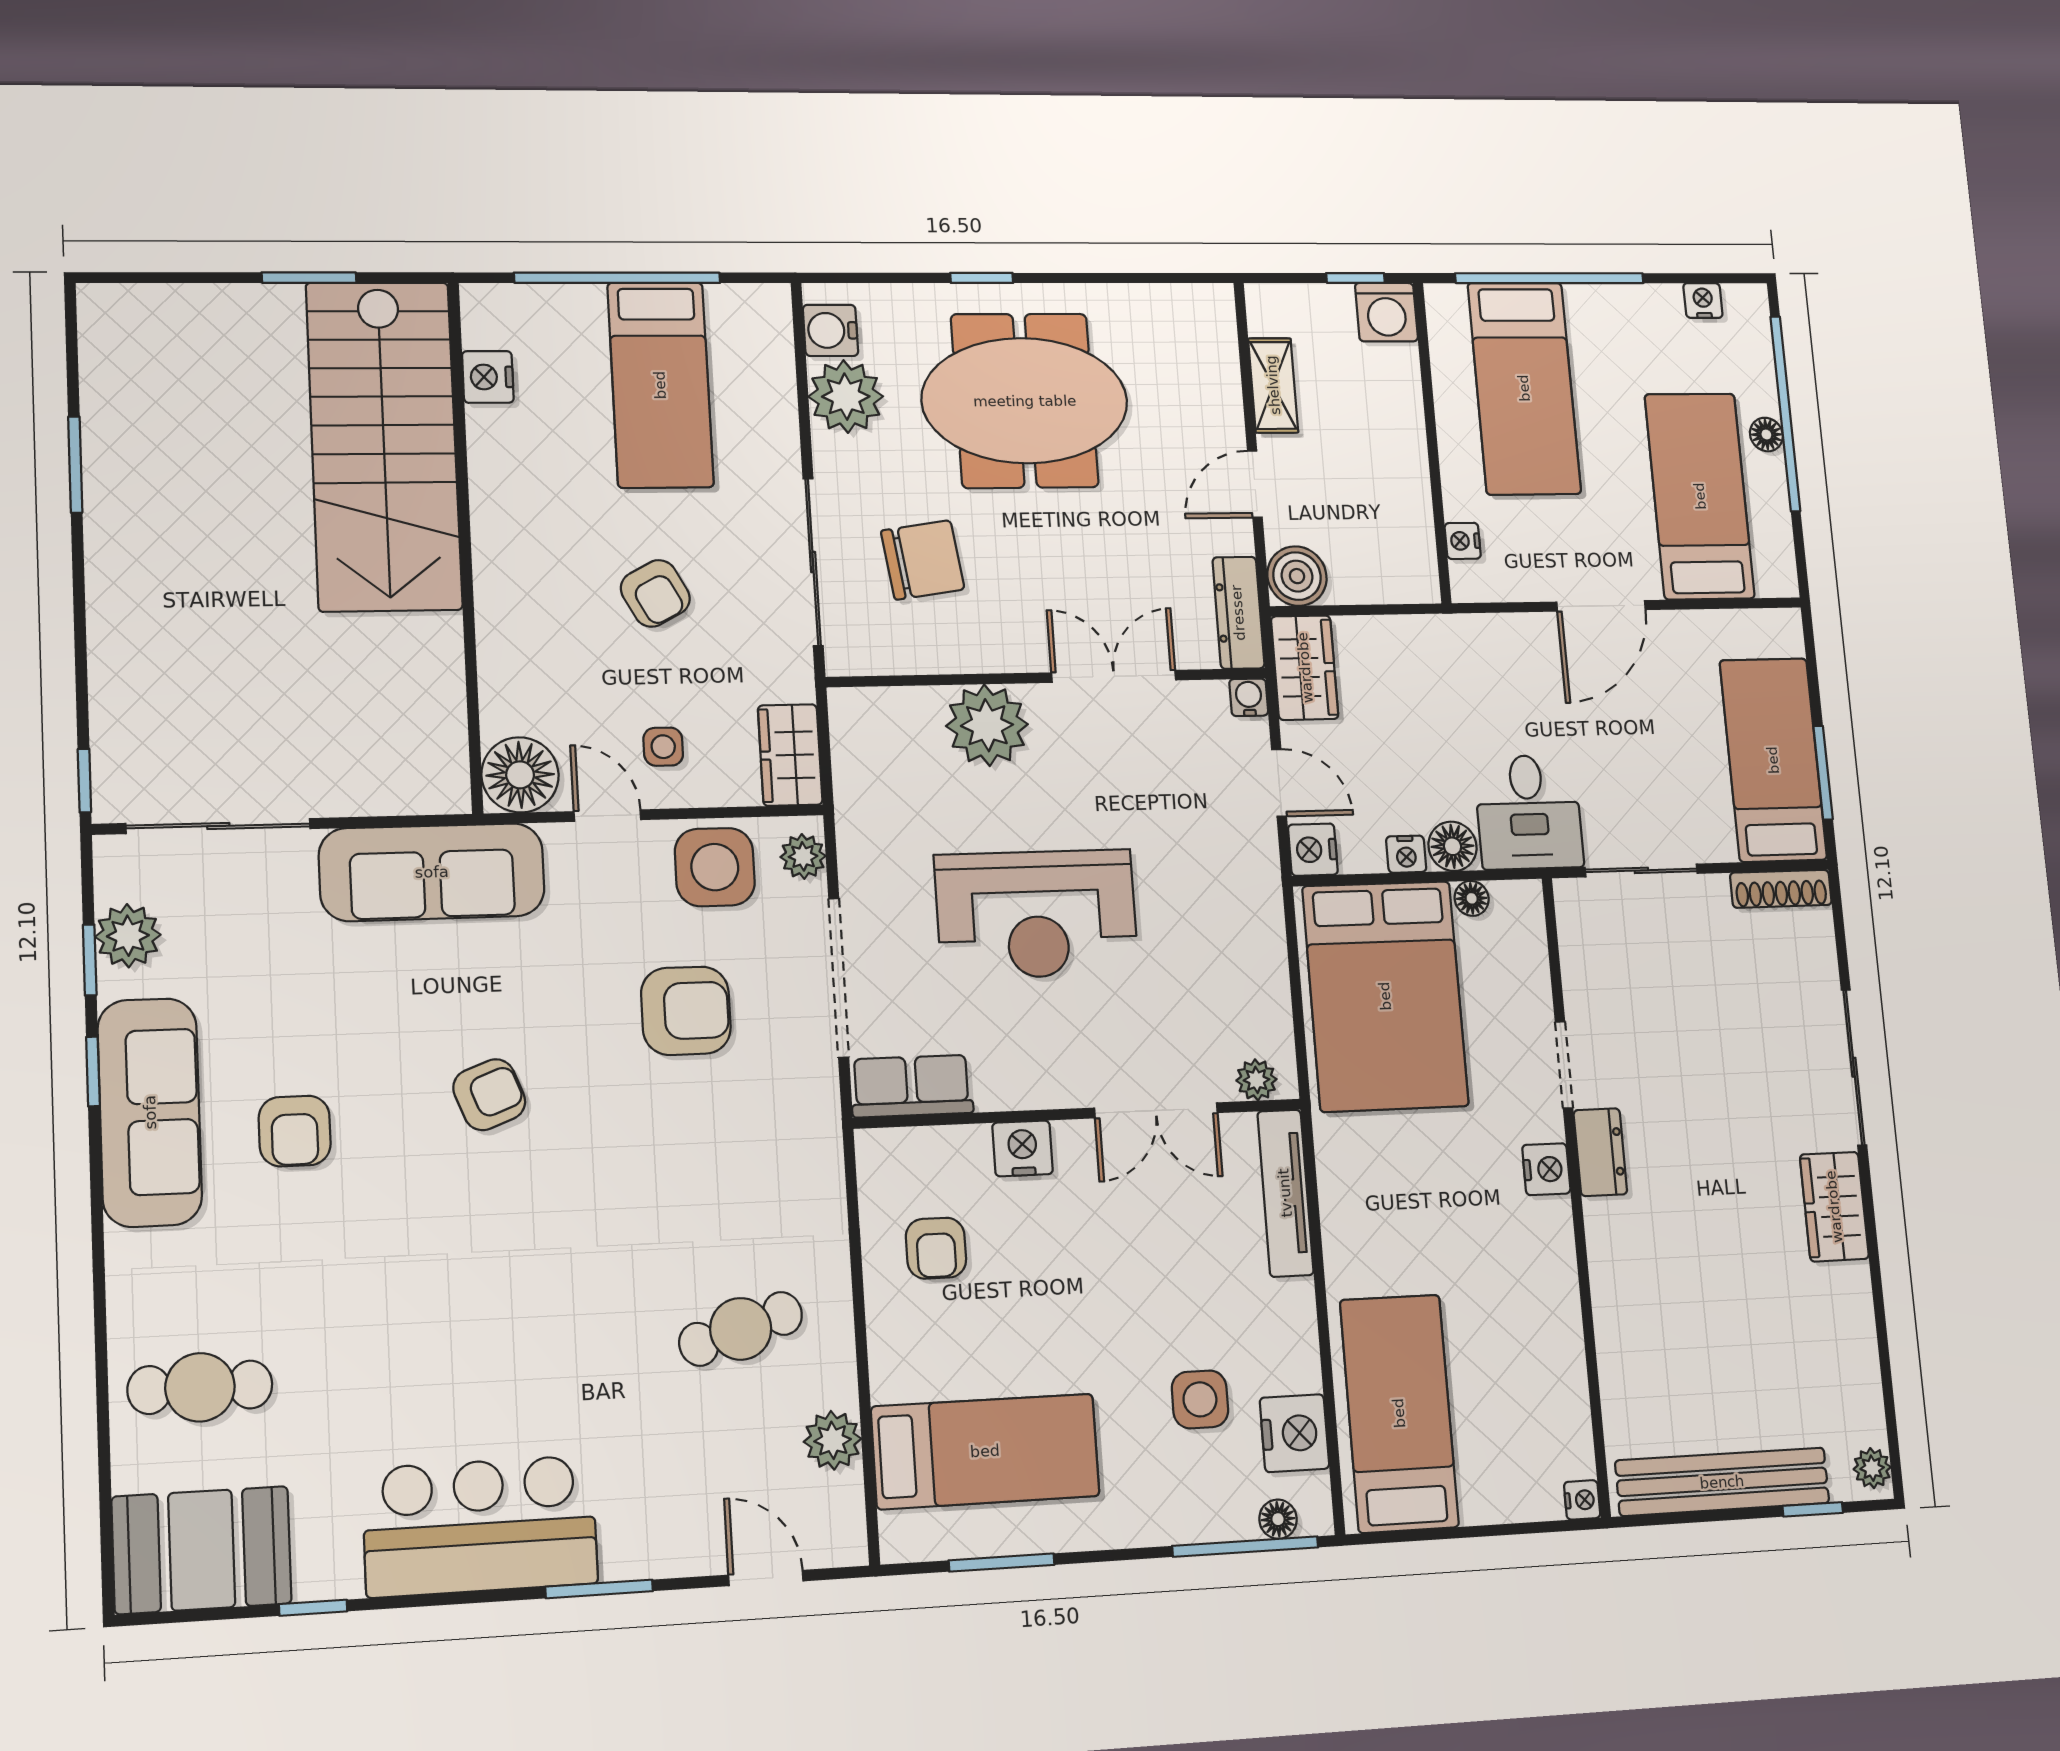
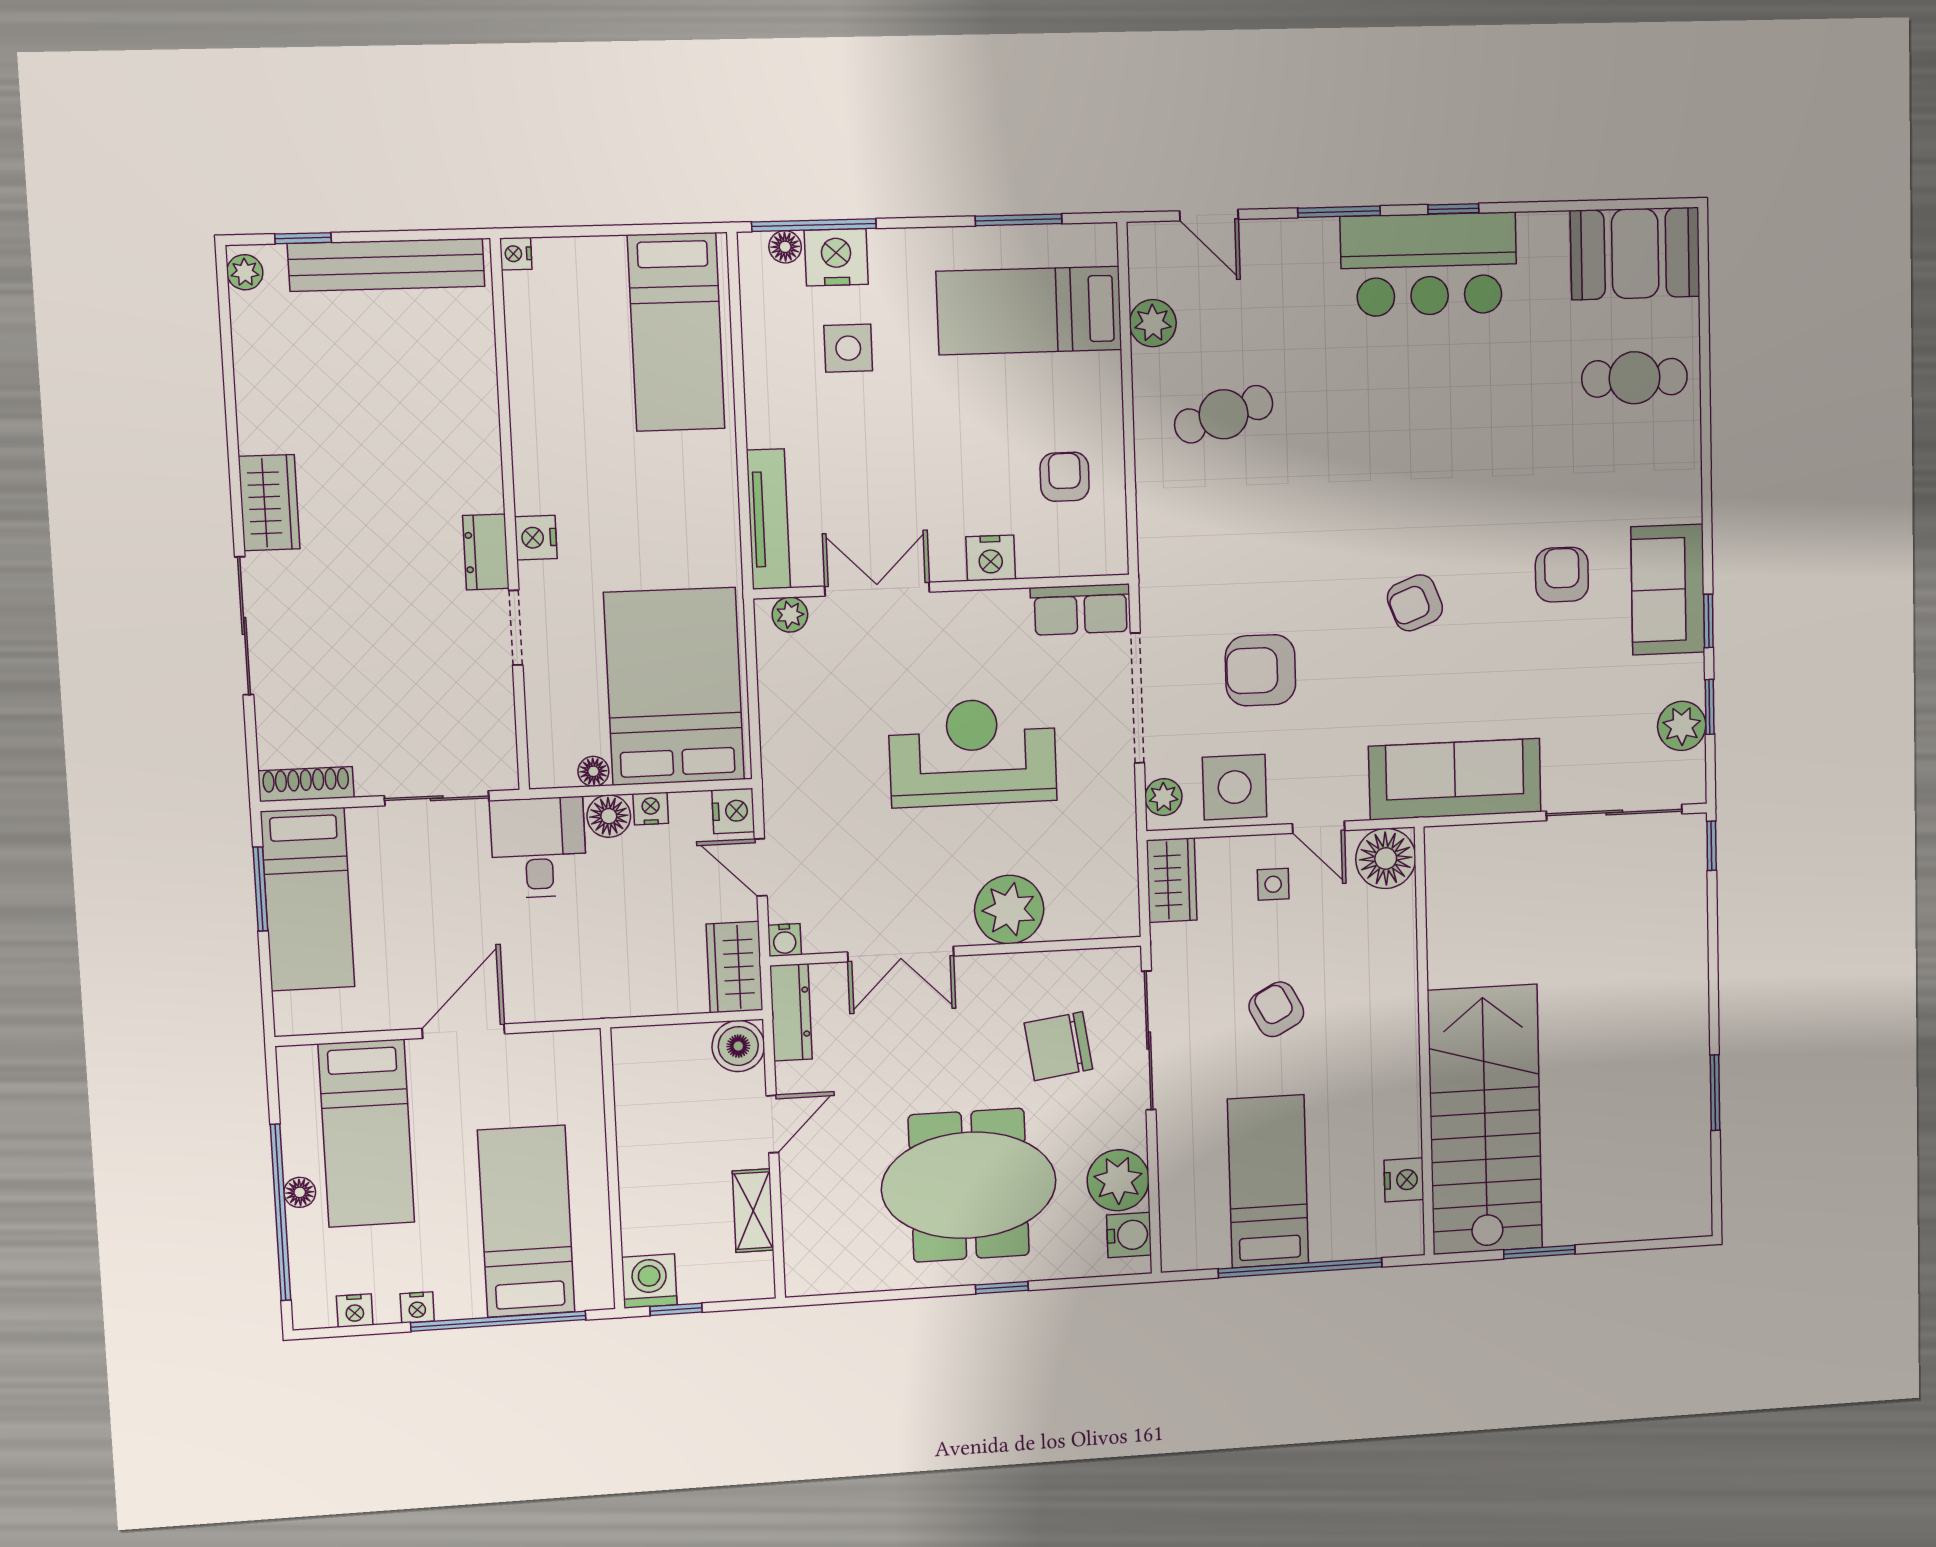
nightstand: (1463, 541) -> (417, 1307), moved, turned 90
sofa: (150, 1112) -> (1668, 590), width x0.73
nightstand: (1294, 1433) -> (836, 257), moved, turned 90
window: (313, 1608) -> (1453, 209), moved

